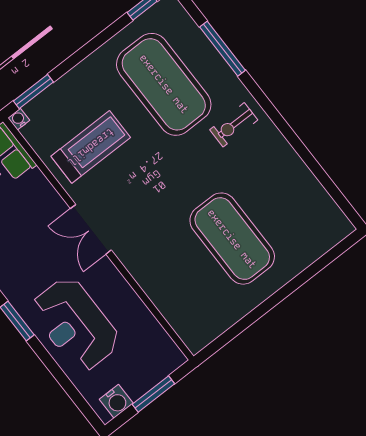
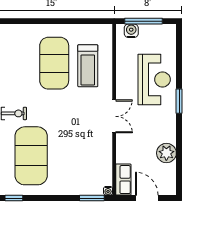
treadmill: (91, 147) -> (88, 66), moved, turned -90
window: (153, 394) -> (144, 21), width x1.44
water cooler: (116, 401) -> (131, 31), moved

